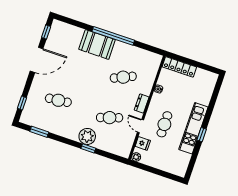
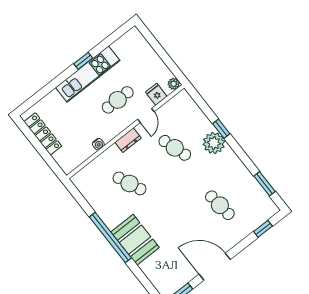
locker: (179, 67) -> (43, 134), moved

